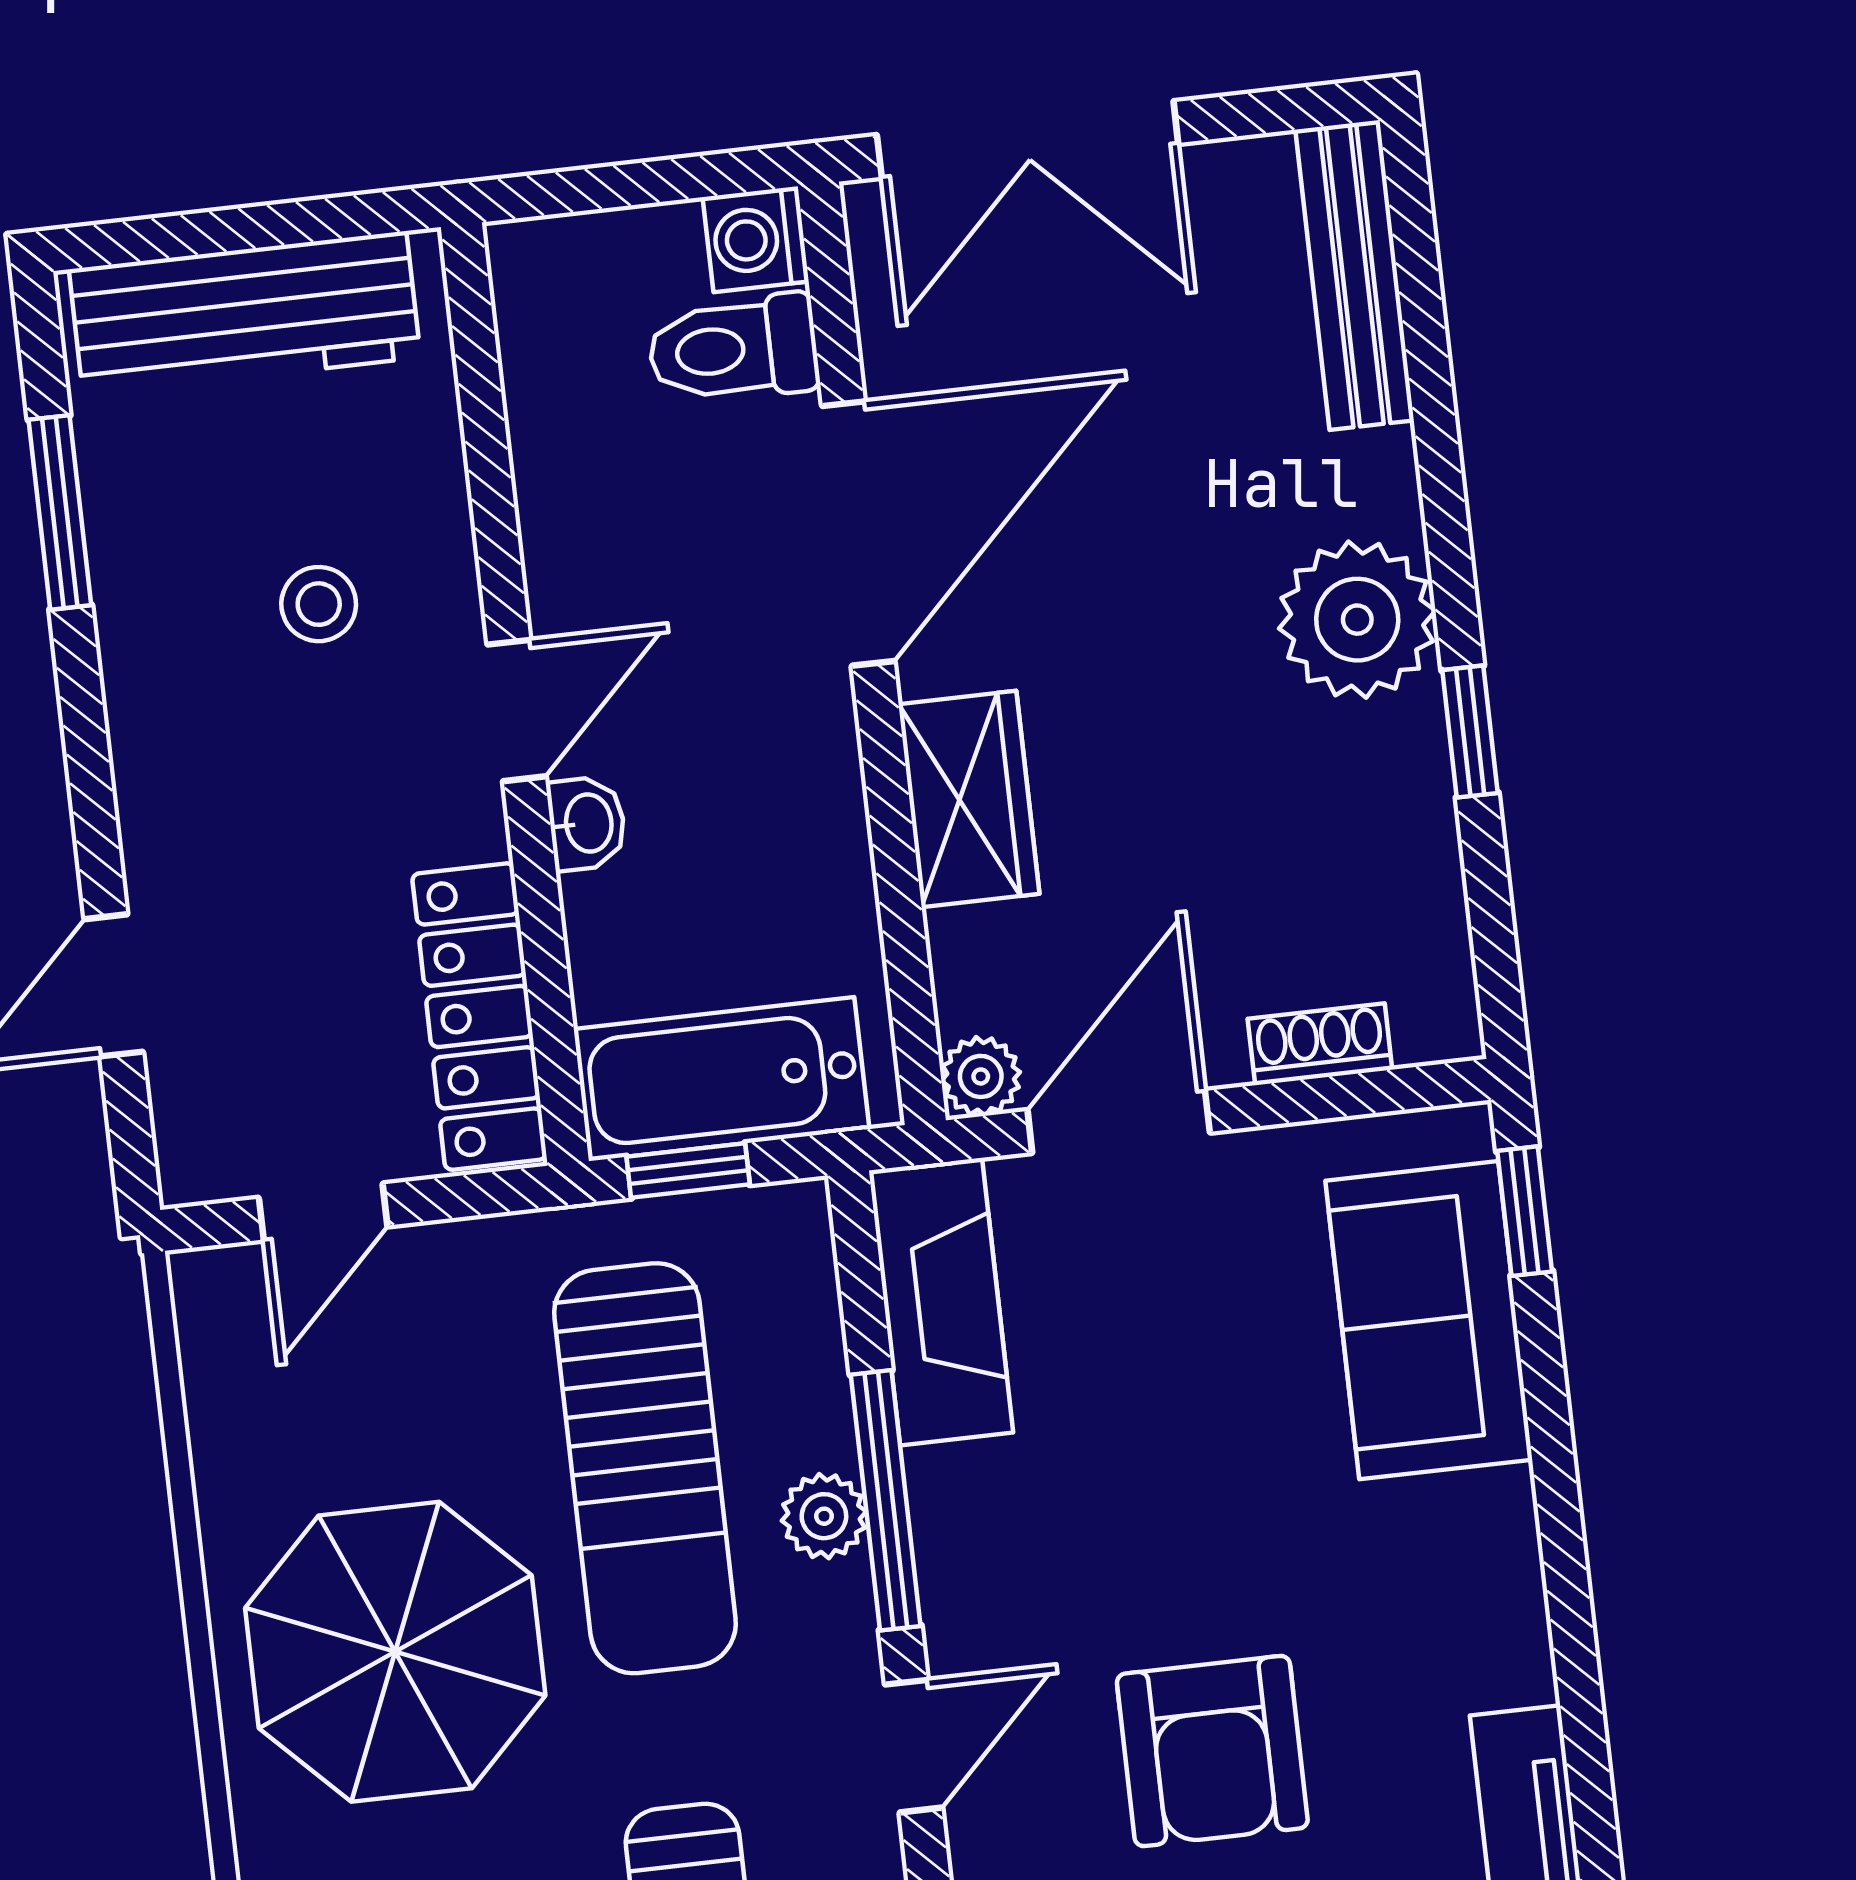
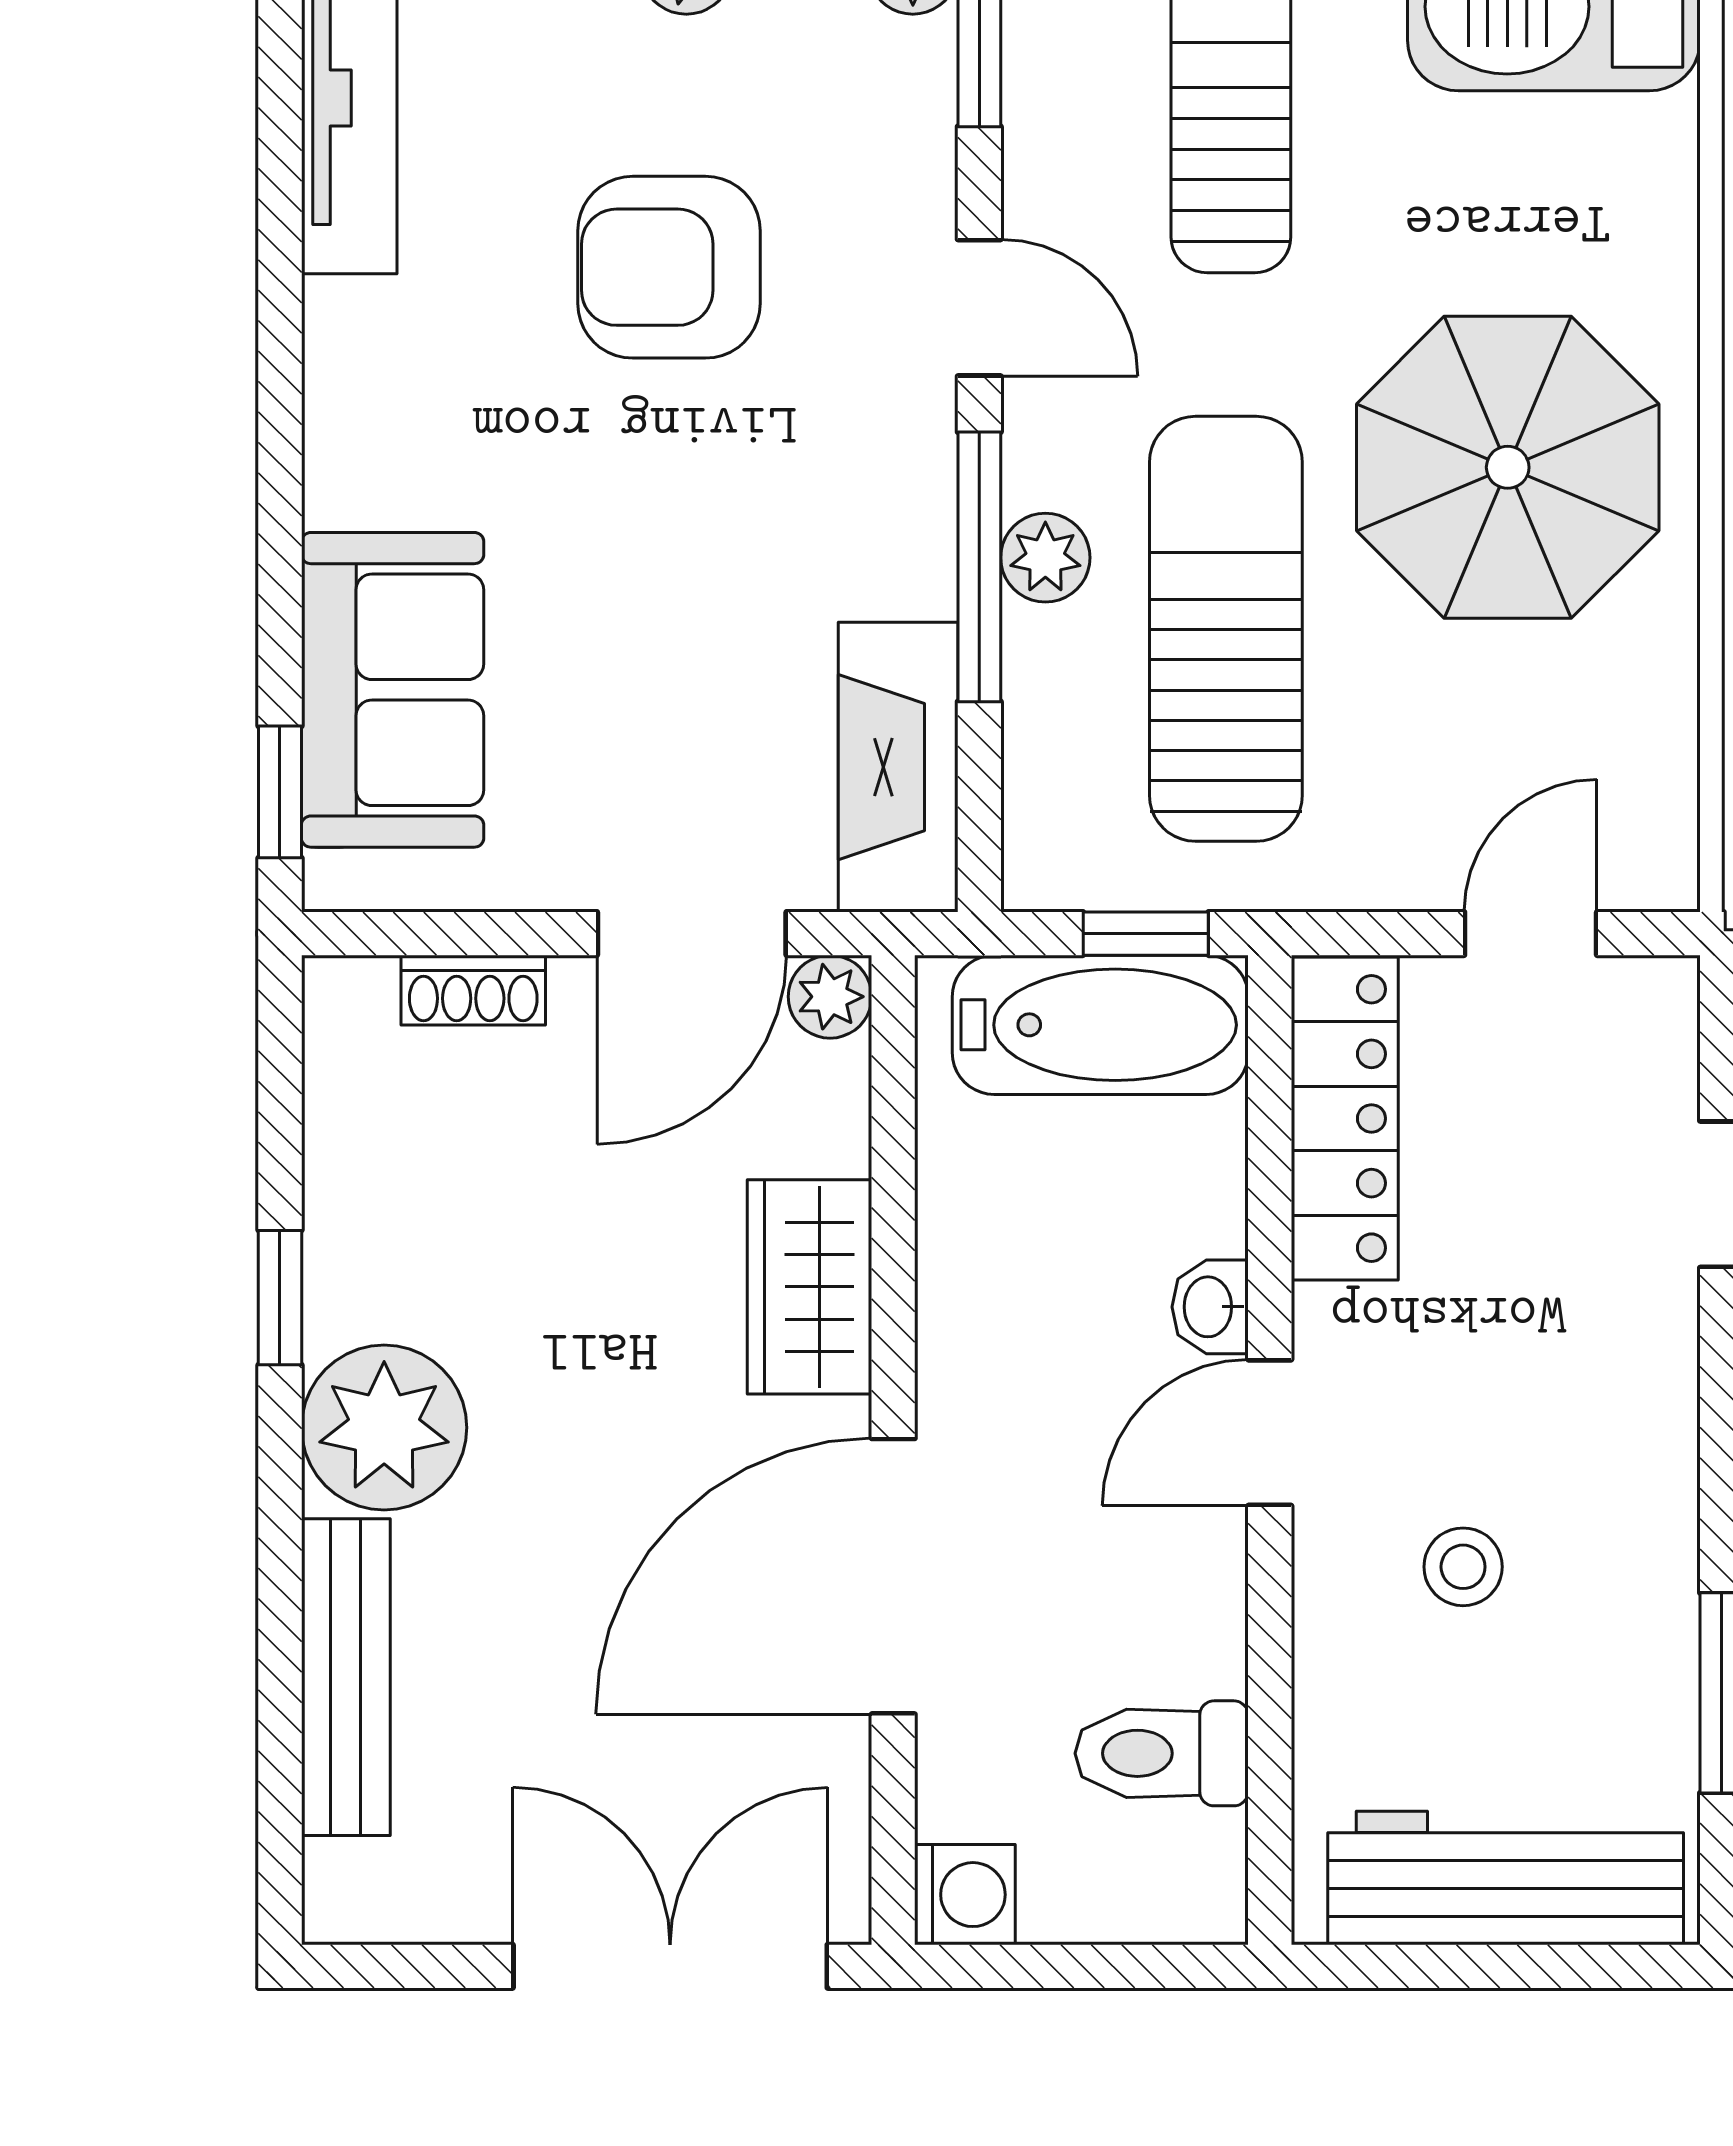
bench: (1355, 275) -> (346, 1677), moved
toilet: (733, 349) -> (1162, 1753), moved, turned 180
door: (914, 1746) -> (979, 308), swing flipped
armchair: (1212, 1751) -> (669, 267), turned -90

